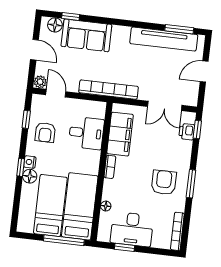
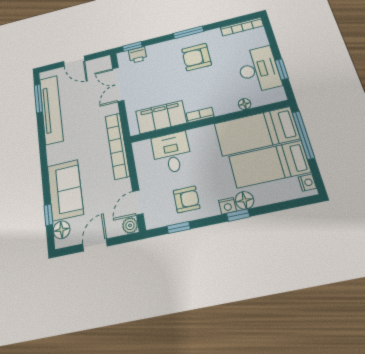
double door: (165, 106) -> (118, 84), swing flipped
nightstand: (27, 227) -> (307, 183), added

